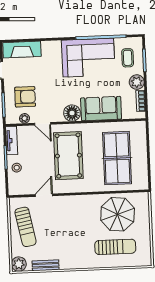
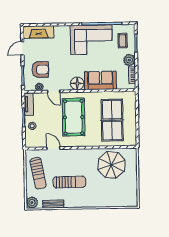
door: (44, 195) -> (53, 148), hinge flipped
sun lounger: (115, 247) -> (69, 182), moved

